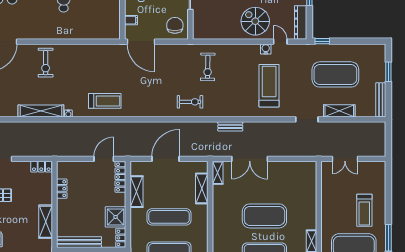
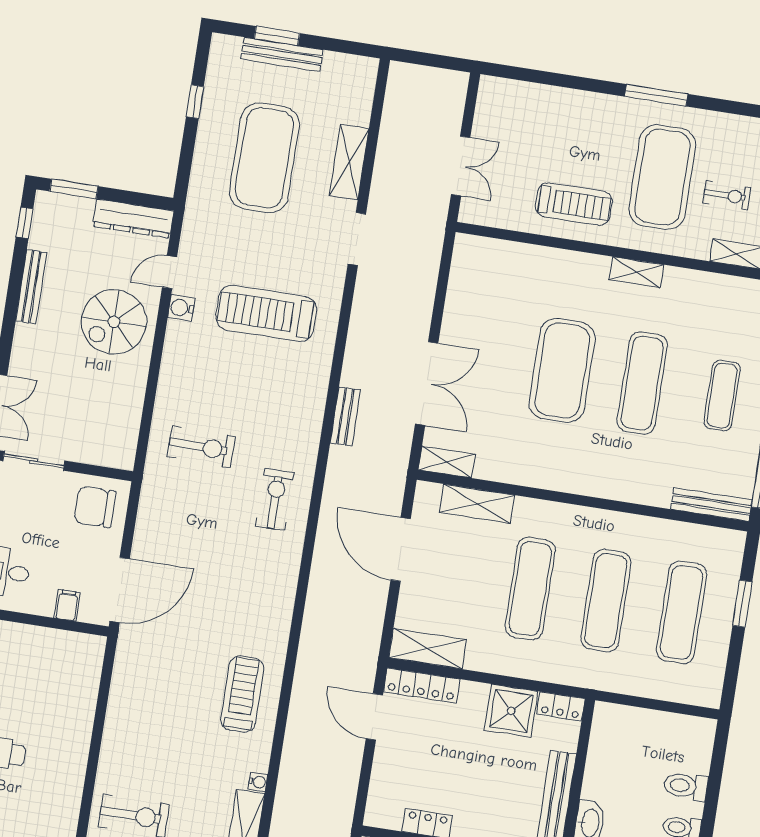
window: (322, 41) -> (195, 102), moved
bench: (381, 100) -> (282, 54), moved
door: (166, 159) -> (401, 549), moved
shelving: (137, 192) -> (428, 649), moved
treadmill: (364, 210) -> (574, 204), moved

